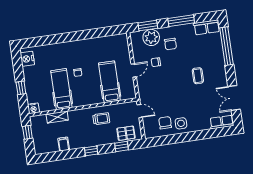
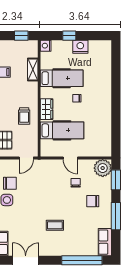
plant: (151, 37) -> (103, 168), moved
nightstand: (27, 59) -> (80, 47), moved
wardrobe: (92, 99) -> (47, 109), added

